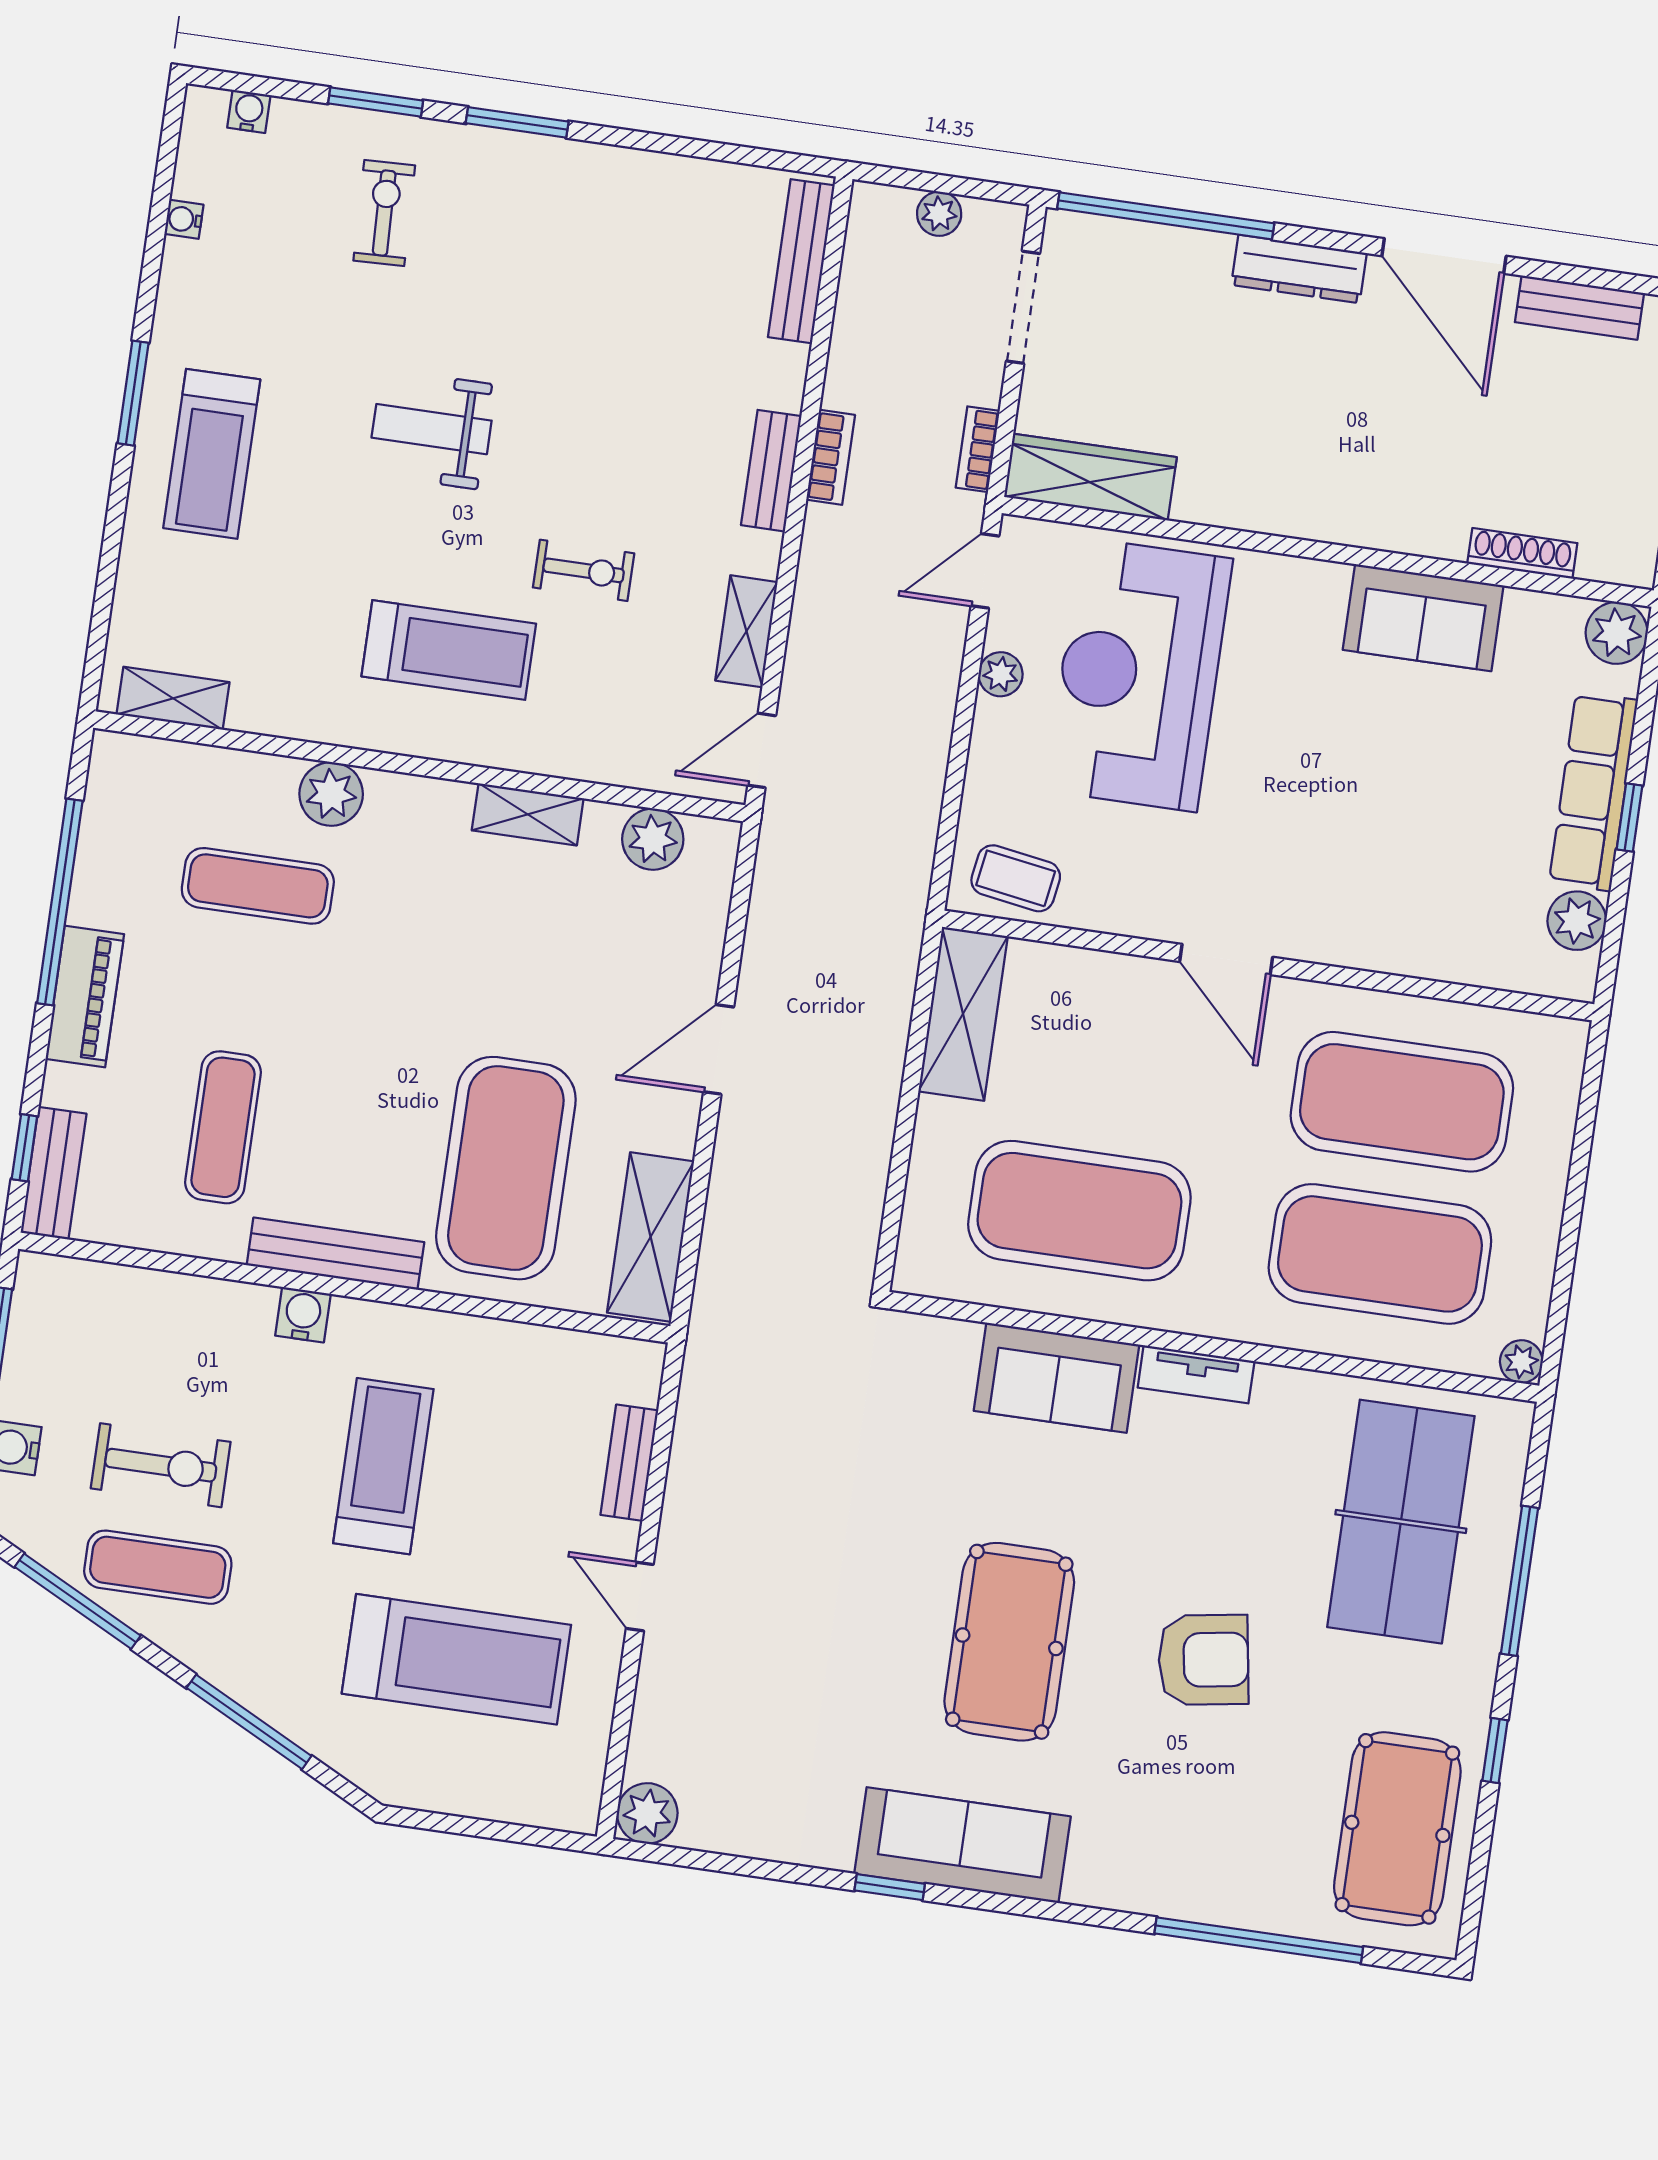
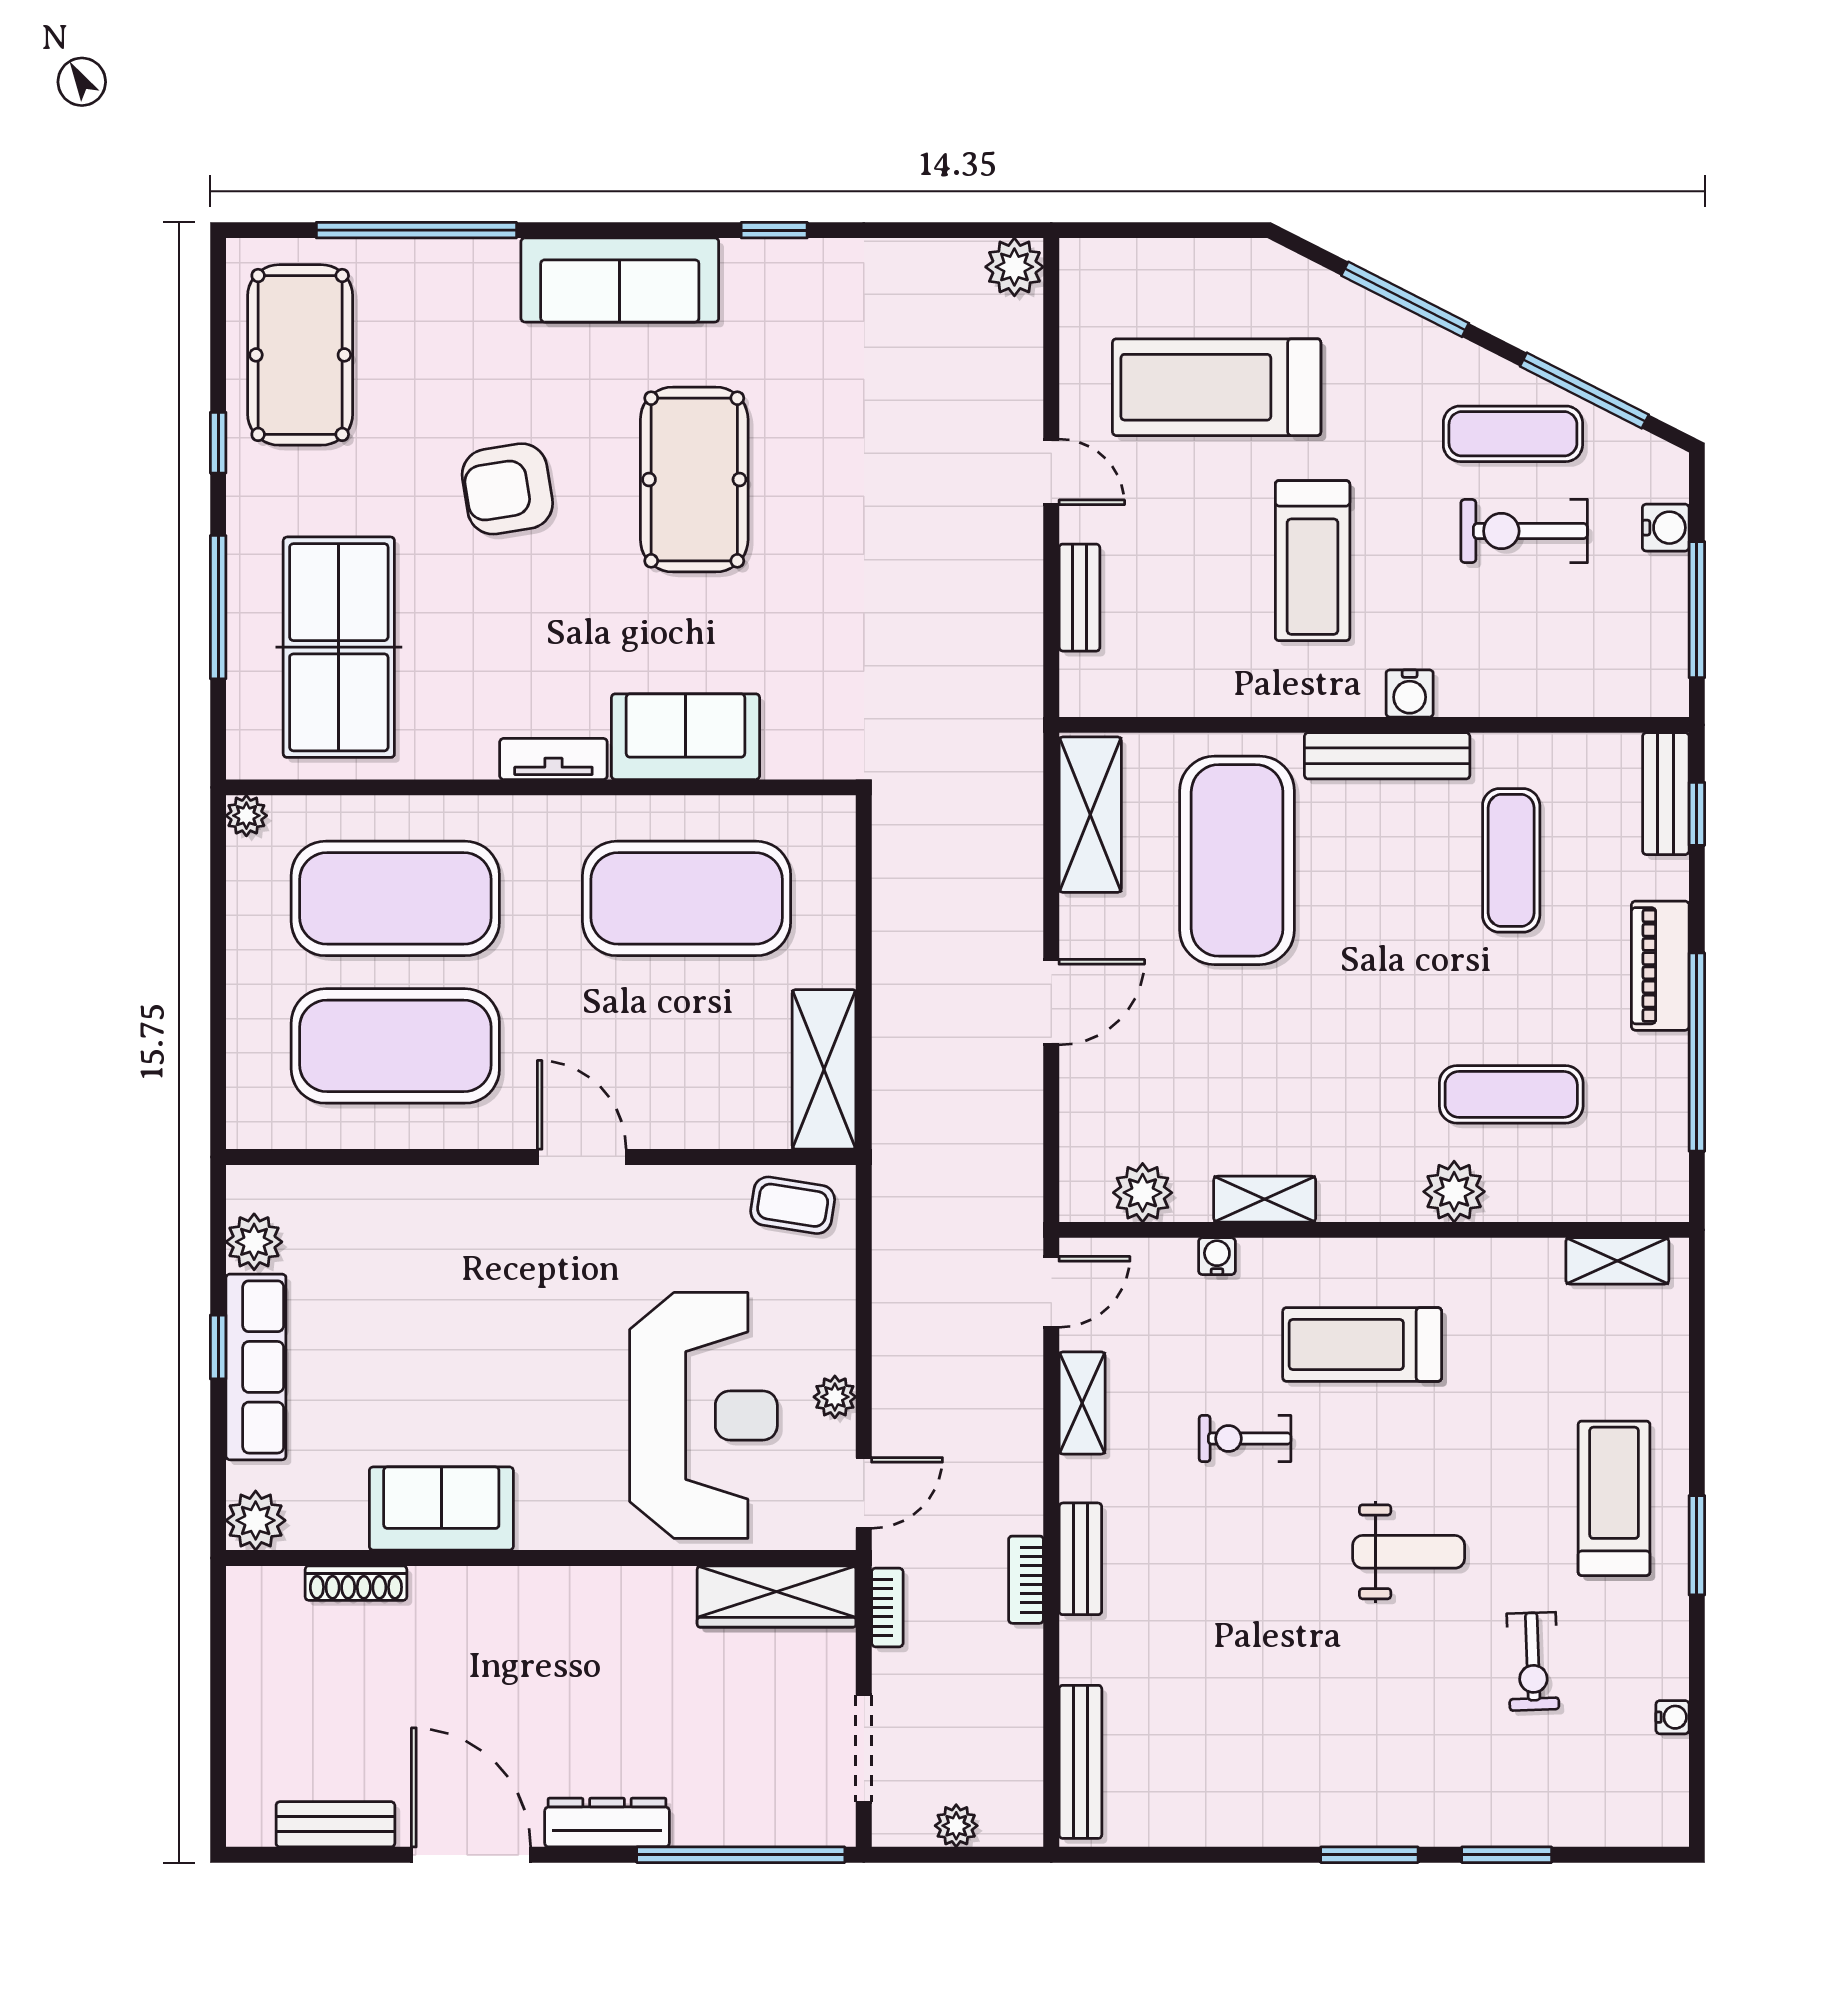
water cooler: (249, 111) -> (1217, 1256), moved, turned 180
exercise bike: (384, 213) -> (1533, 1661), moved
sofa: (962, 1845) -> (620, 280), moved

